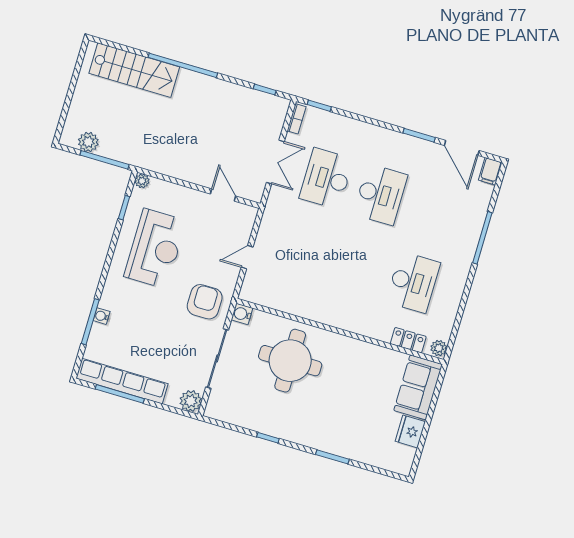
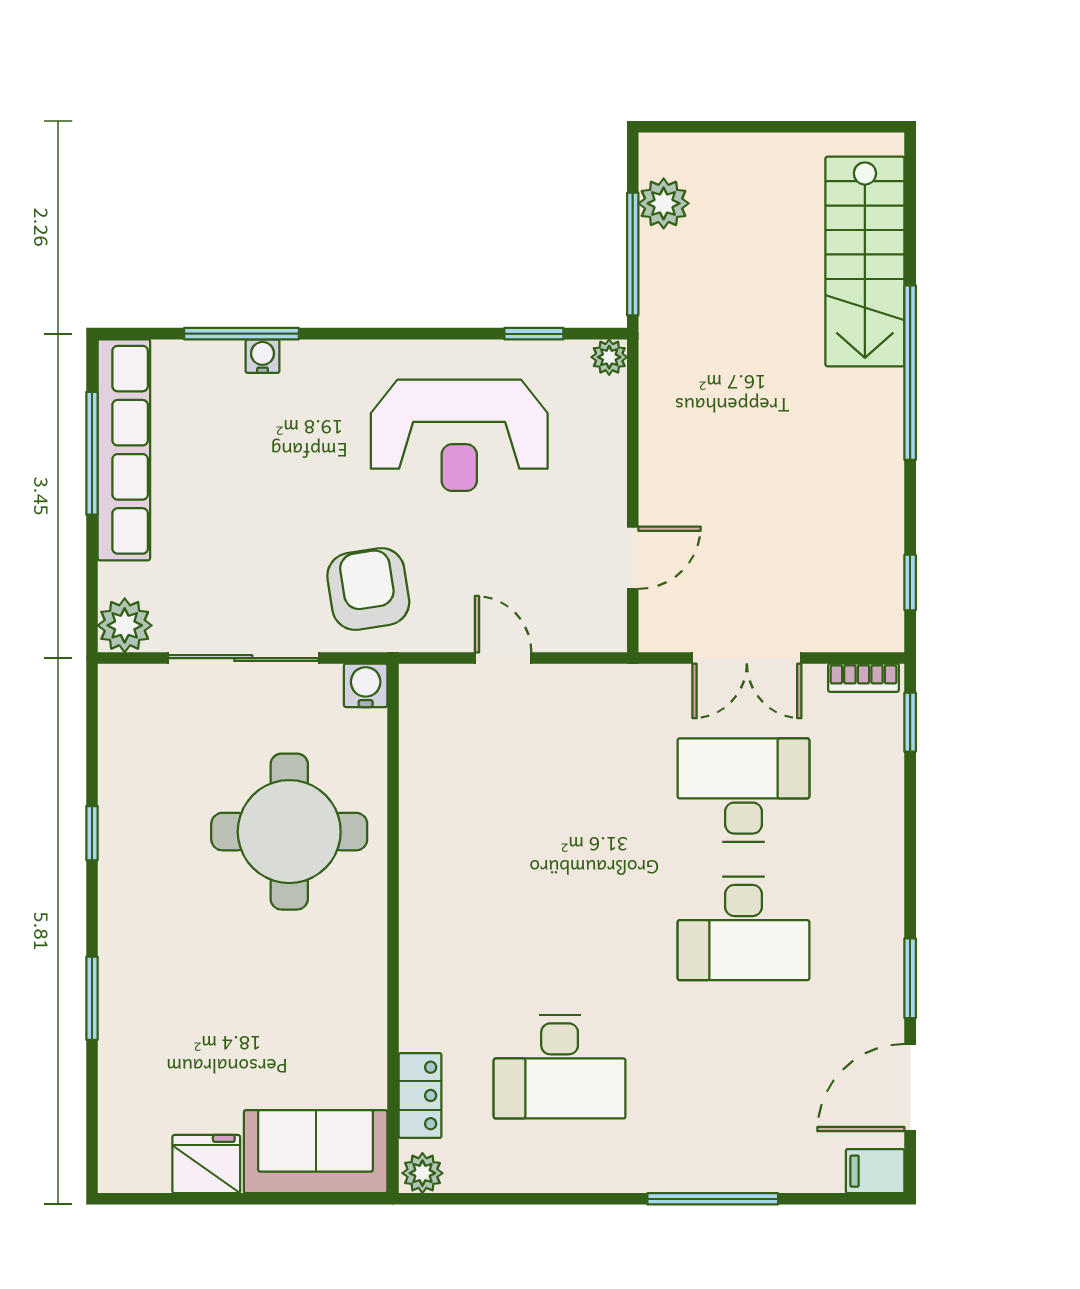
armchair: (205, 302) -> (368, 589), turned -99

